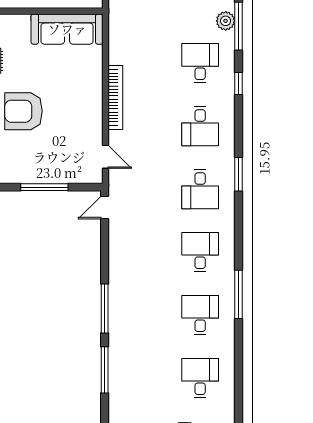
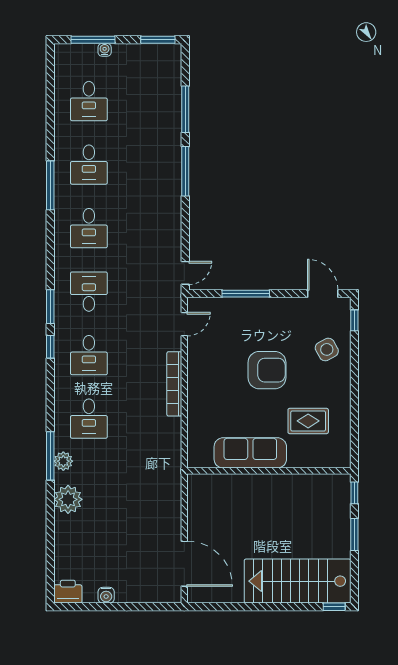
sofa: (67, 29) -> (250, 453), moved
window: (239, 83) -> (50, 347), moved
desk: (200, 126) -> (89, 355), turned 180
door: (105, 157) -> (184, 324), swing flipped

